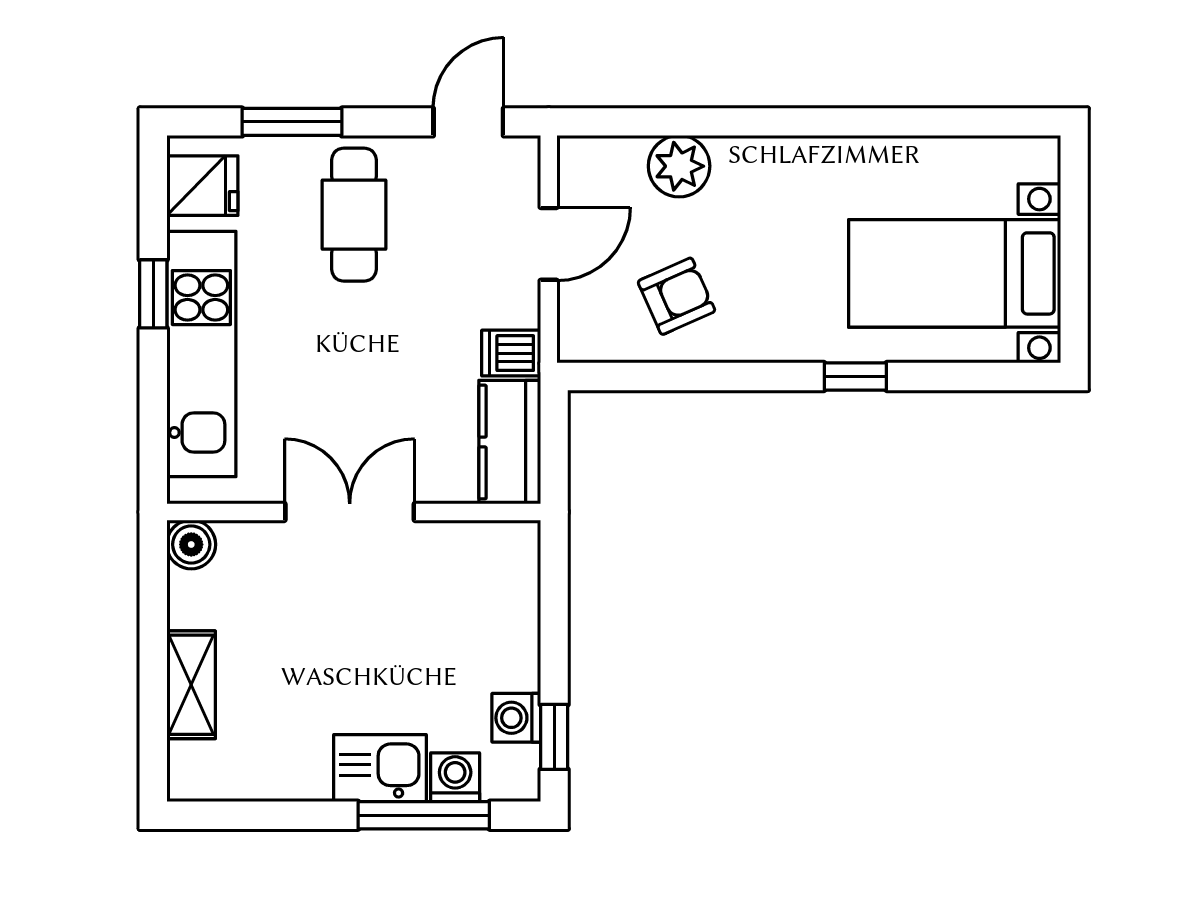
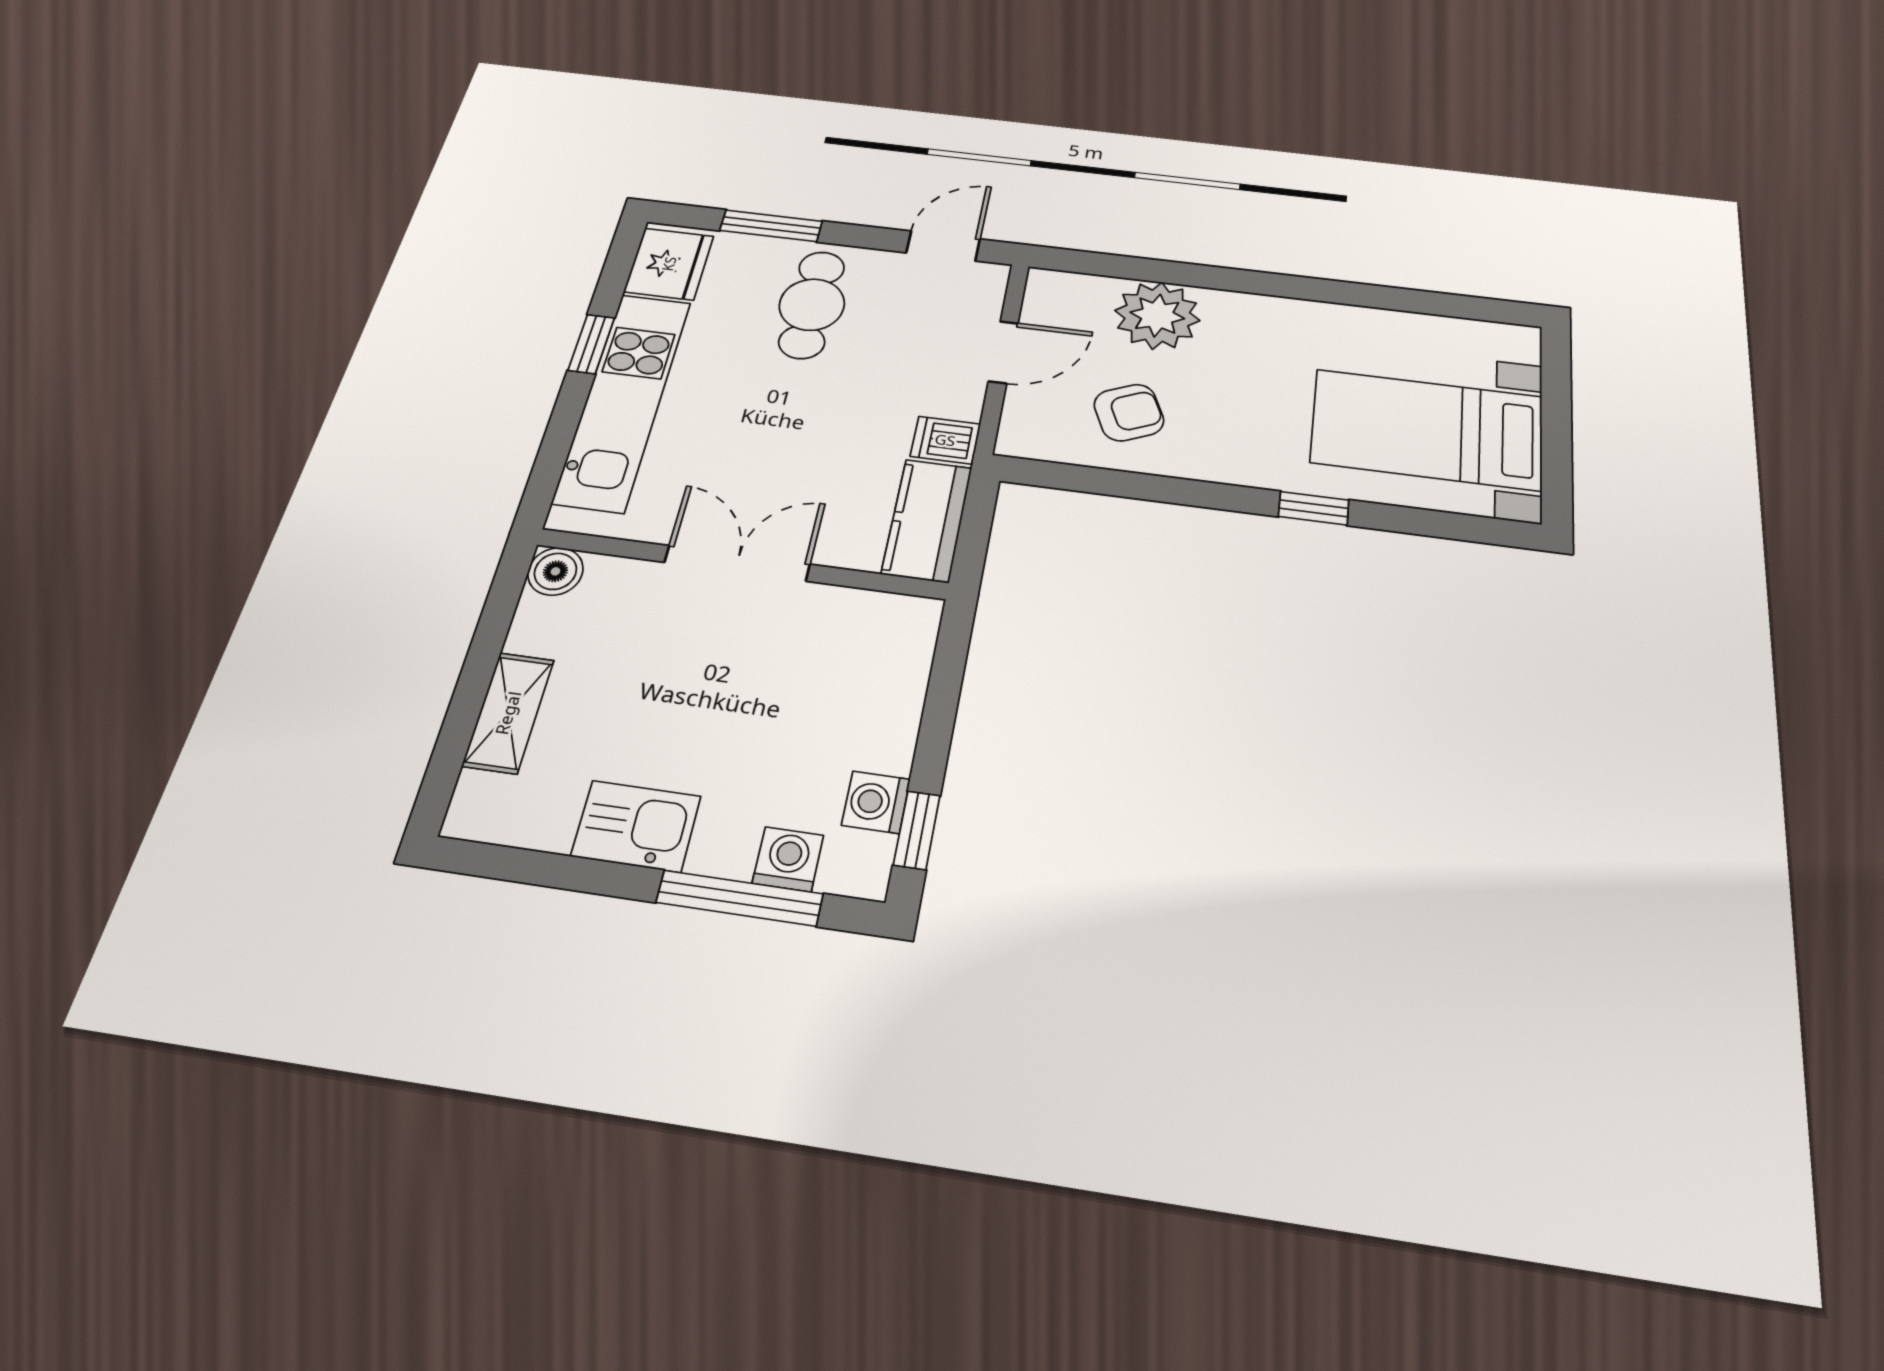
plant: (679, 166) -> (1157, 315), width x1.36, depth x1.36
fridge: (202, 186) -> (669, 264), width x1.38
kitchen sink: (380, 768) -> (636, 826), moved

